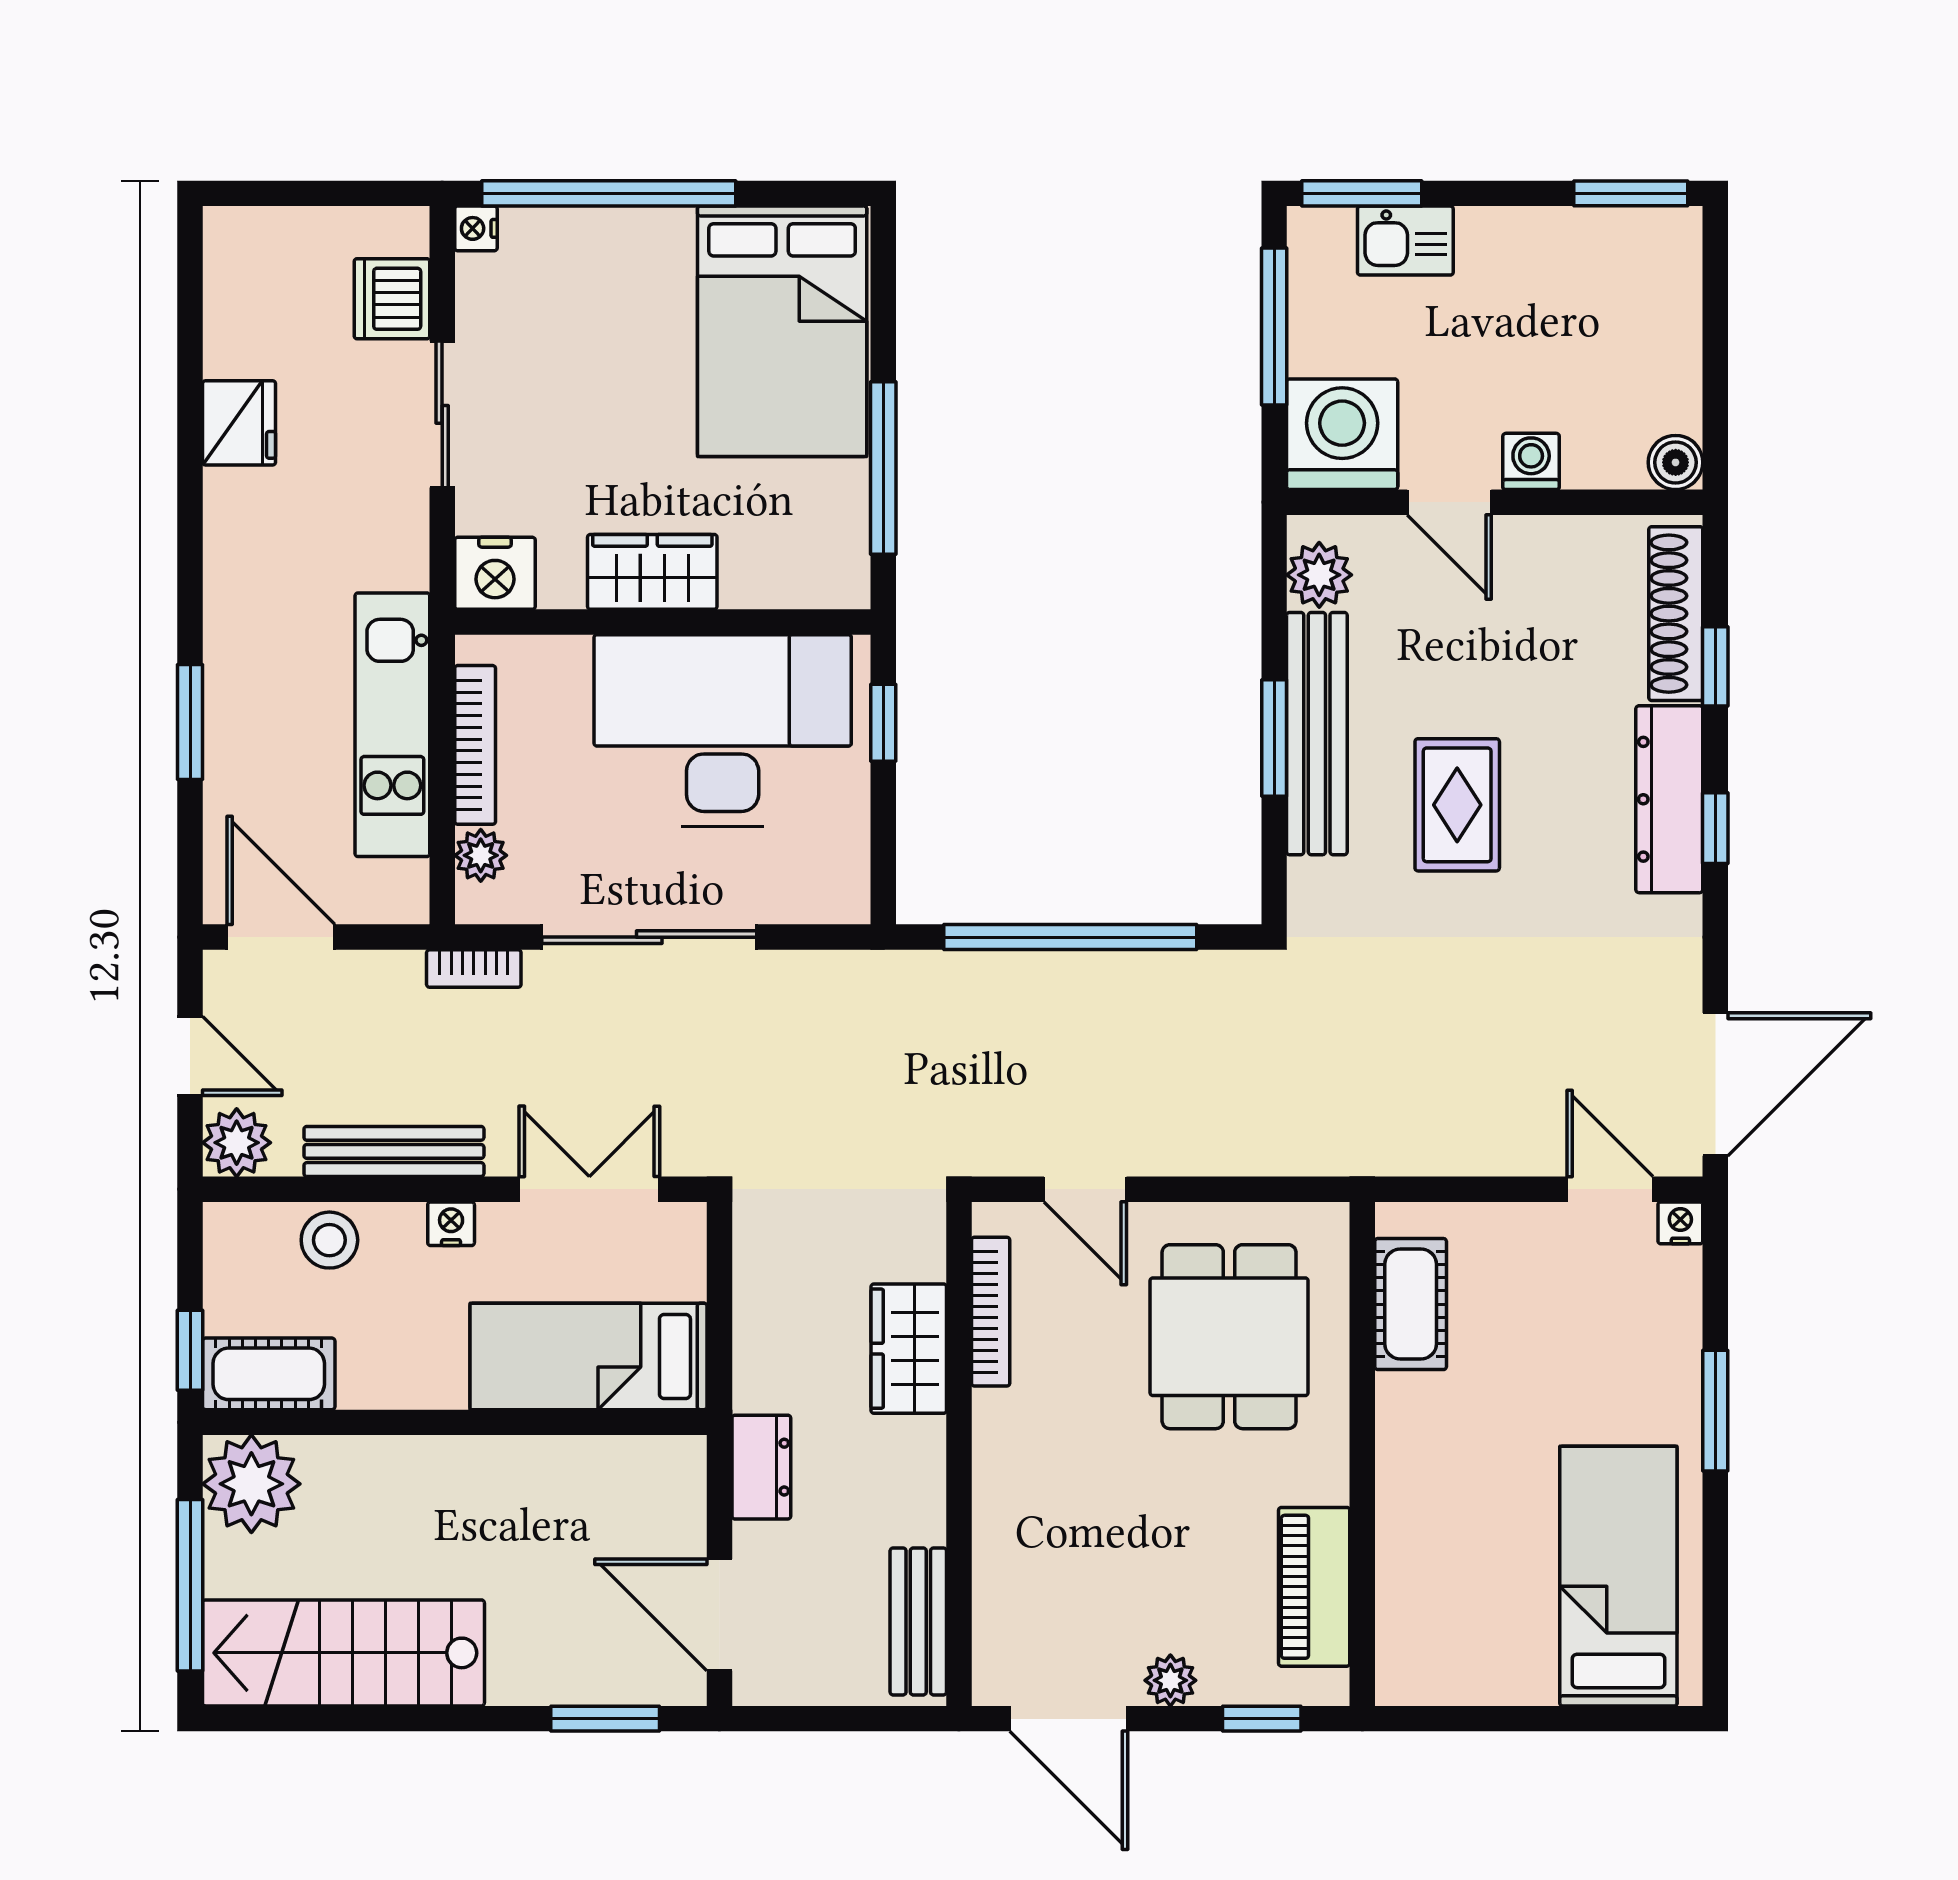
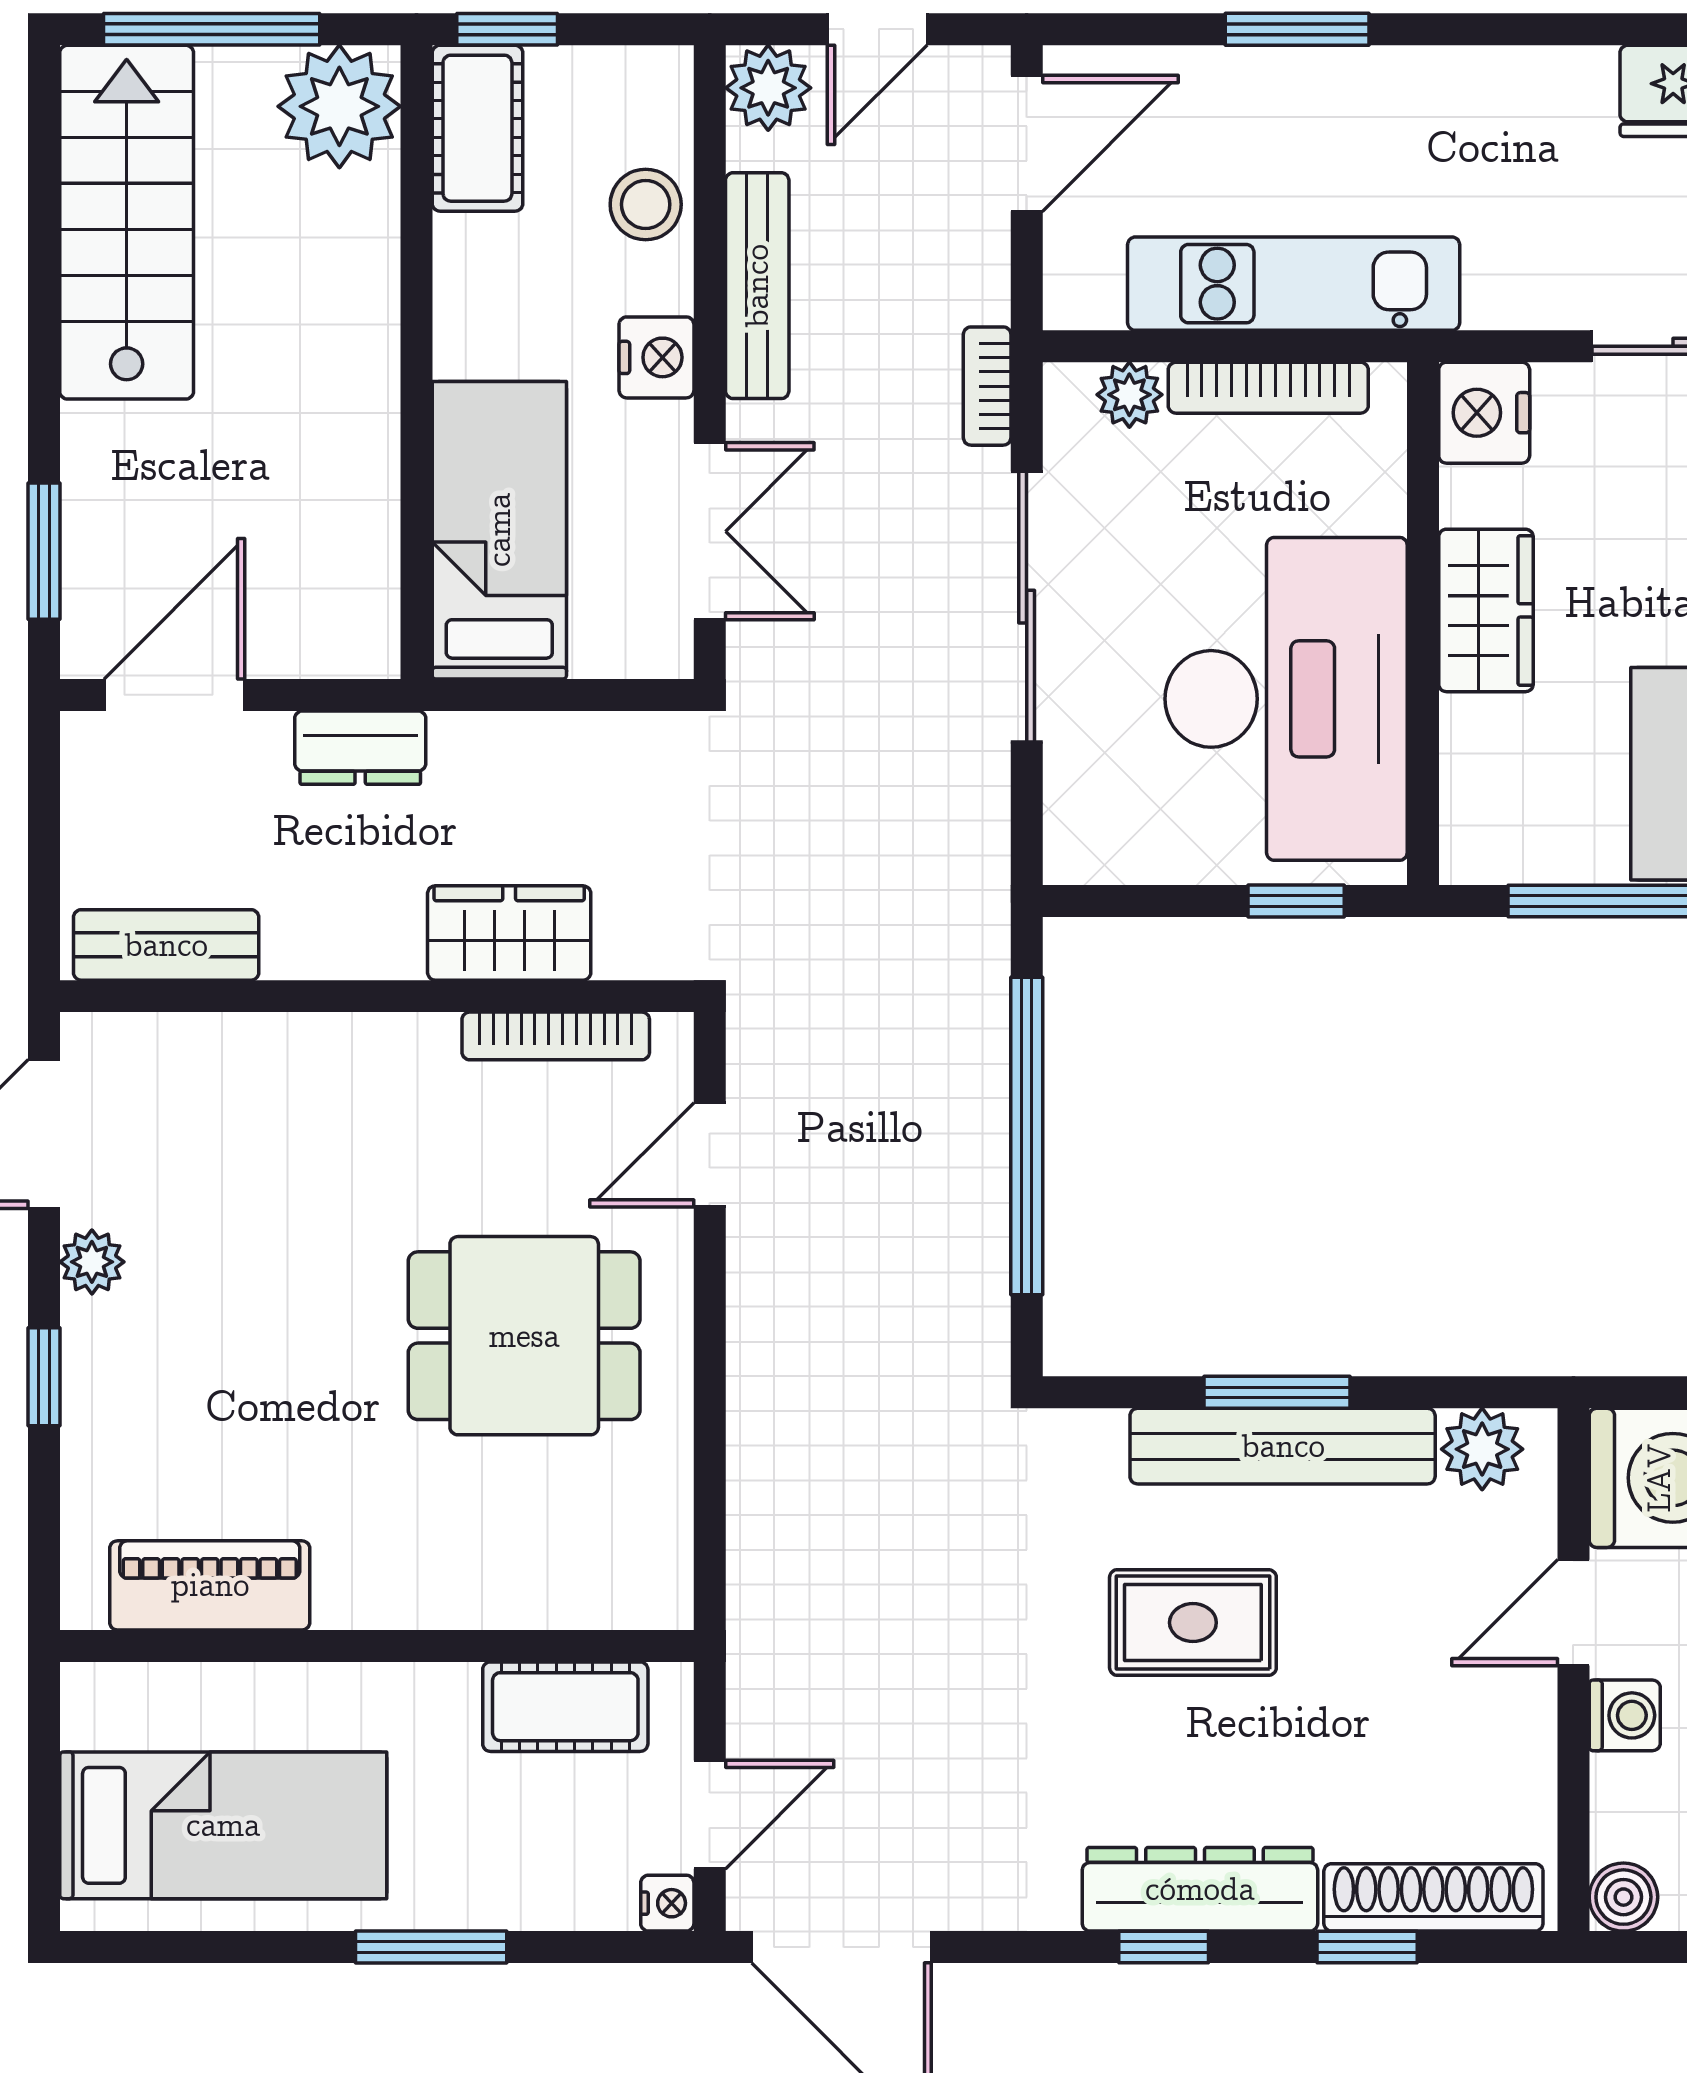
nightstand: (451, 1224) -> (656, 357), width x1.39, depth x1.35
cot: (1411, 1304) -> (565, 1707), moved
wall: (1362, 1454) -> (377, 1646), moved
piano: (1314, 1587) -> (210, 1585), moved

